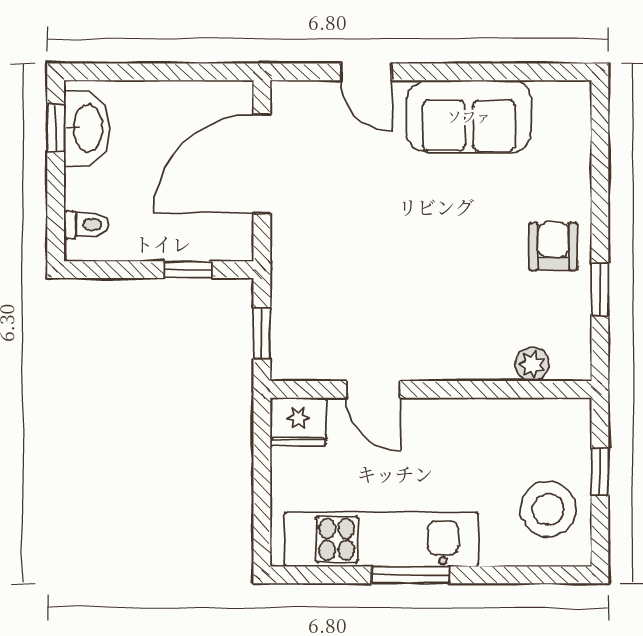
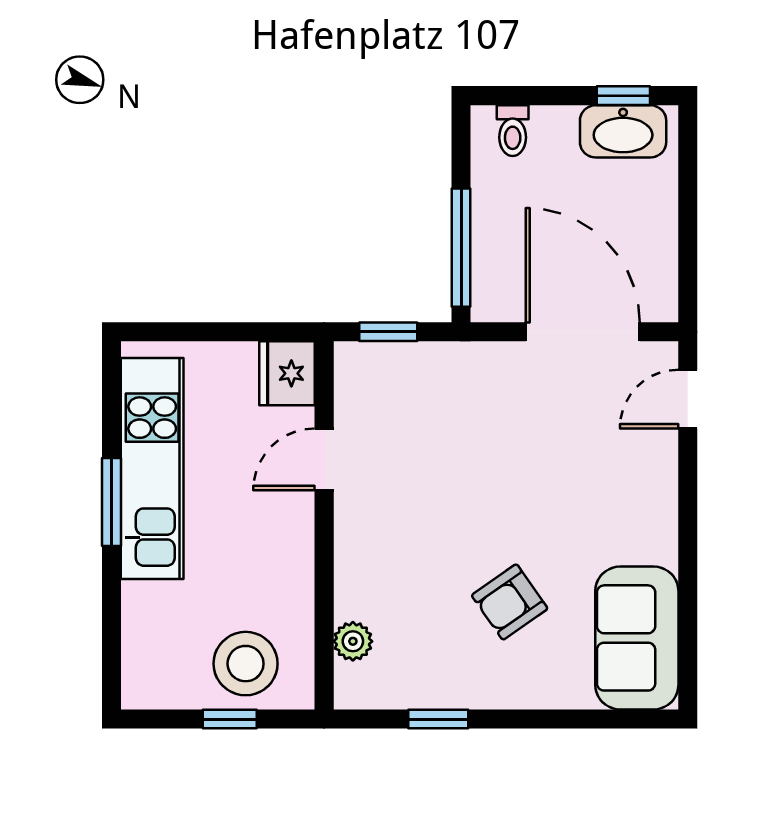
door: (366, 72) -> (688, 399), moved
sofa: (469, 116) -> (637, 638), moved
armchair: (553, 246) -> (510, 602), moved, turned 145
window: (188, 270) -> (461, 248), width x2.17
stool: (548, 509) -> (246, 664), moved

